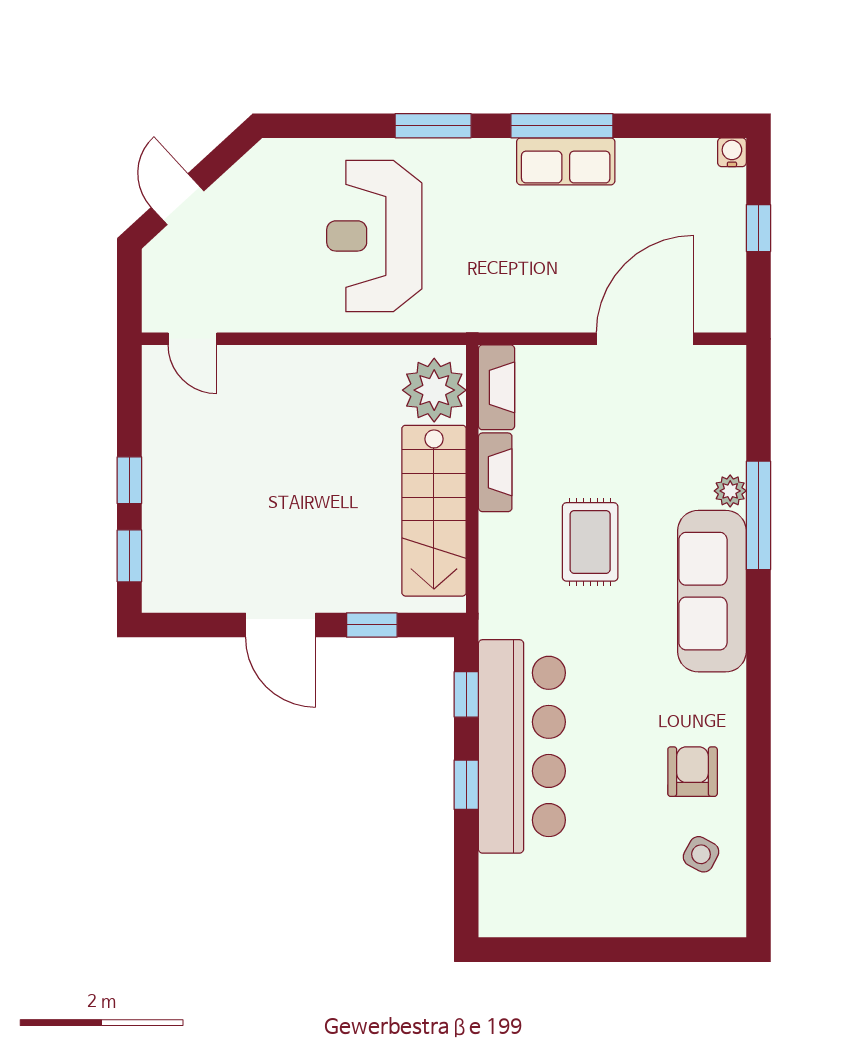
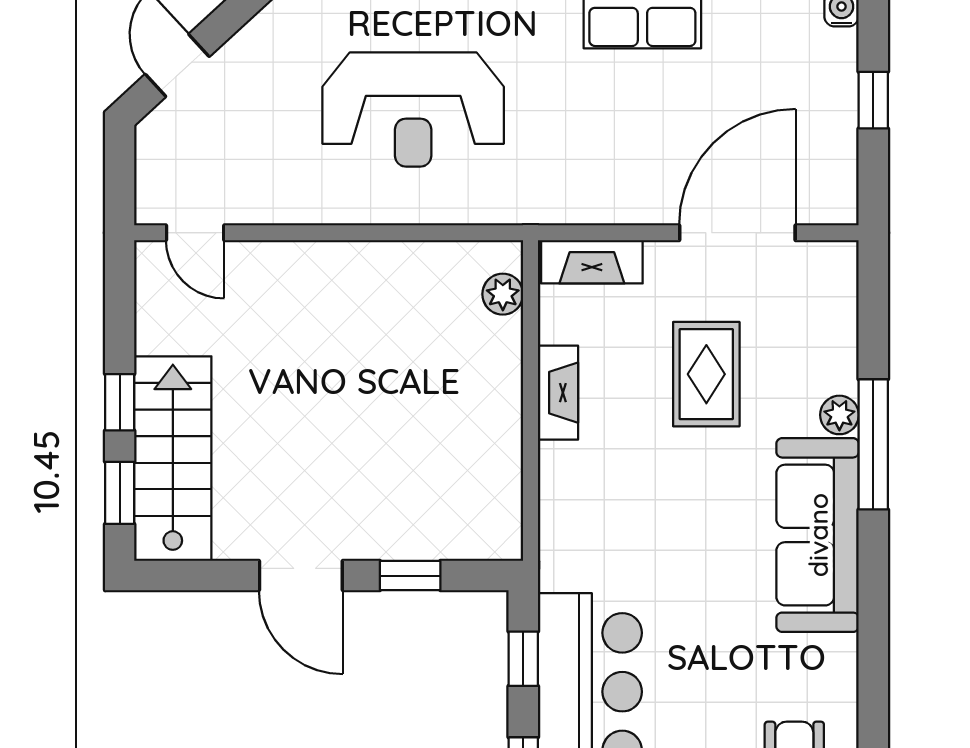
reception desk: (374, 236) -> (413, 110), turned -90
fireplace: (497, 387) -> (592, 262), moved, turned 90
plant: (434, 390) -> (503, 294), width x0.53, depth x0.53
stairs: (434, 511) -> (173, 459), moved, turned 180
rug: (590, 542) -> (706, 374), moved

